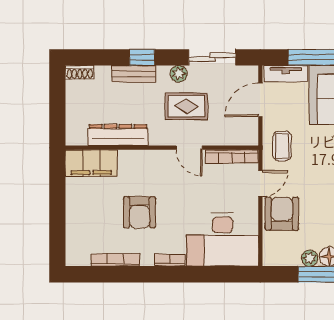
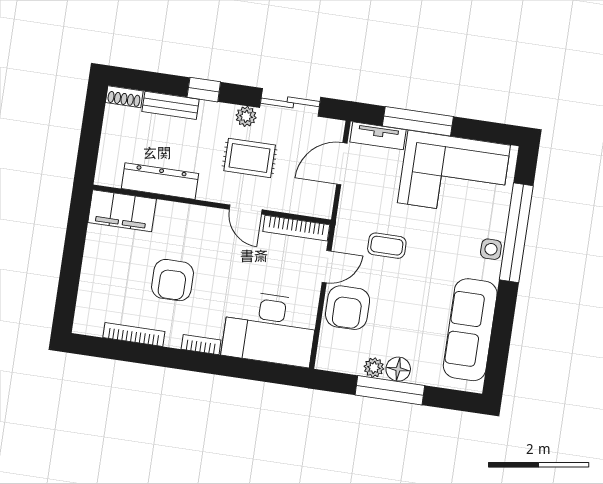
bench: (134, 74) -> (171, 105), moved
coffee table: (282, 146) -> (387, 246), moved, turned 90
armchair: (282, 214) -> (348, 308), turned 180

